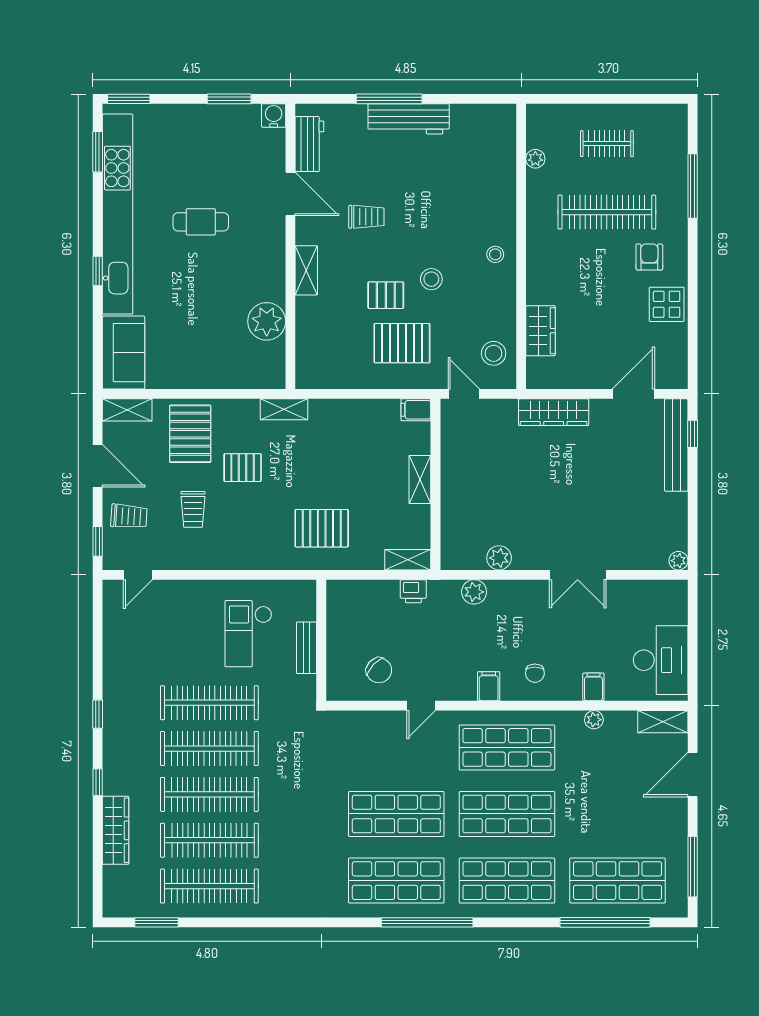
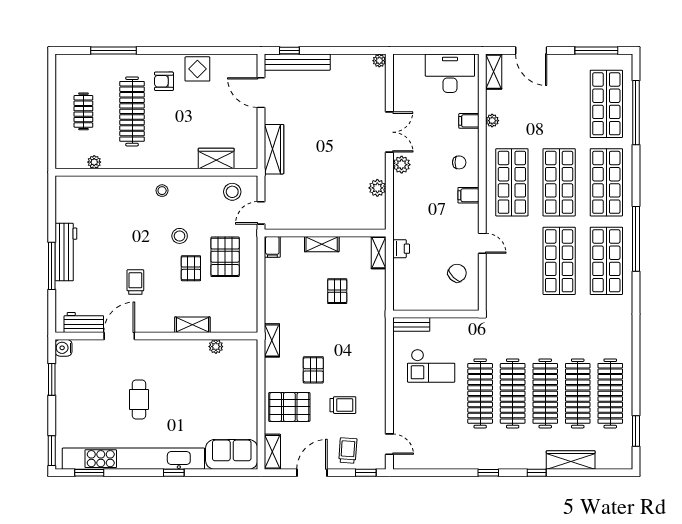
shelving: (306, 270) -> (192, 325), moved
plant: (267, 321) -> (216, 347), width x0.53, depth x0.53
pallet: (322, 528) -> (337, 291), moved, width x0.67, depth x0.71
plant: (474, 592) -> (402, 165), moved
bench: (307, 648) -> (411, 324), moved

